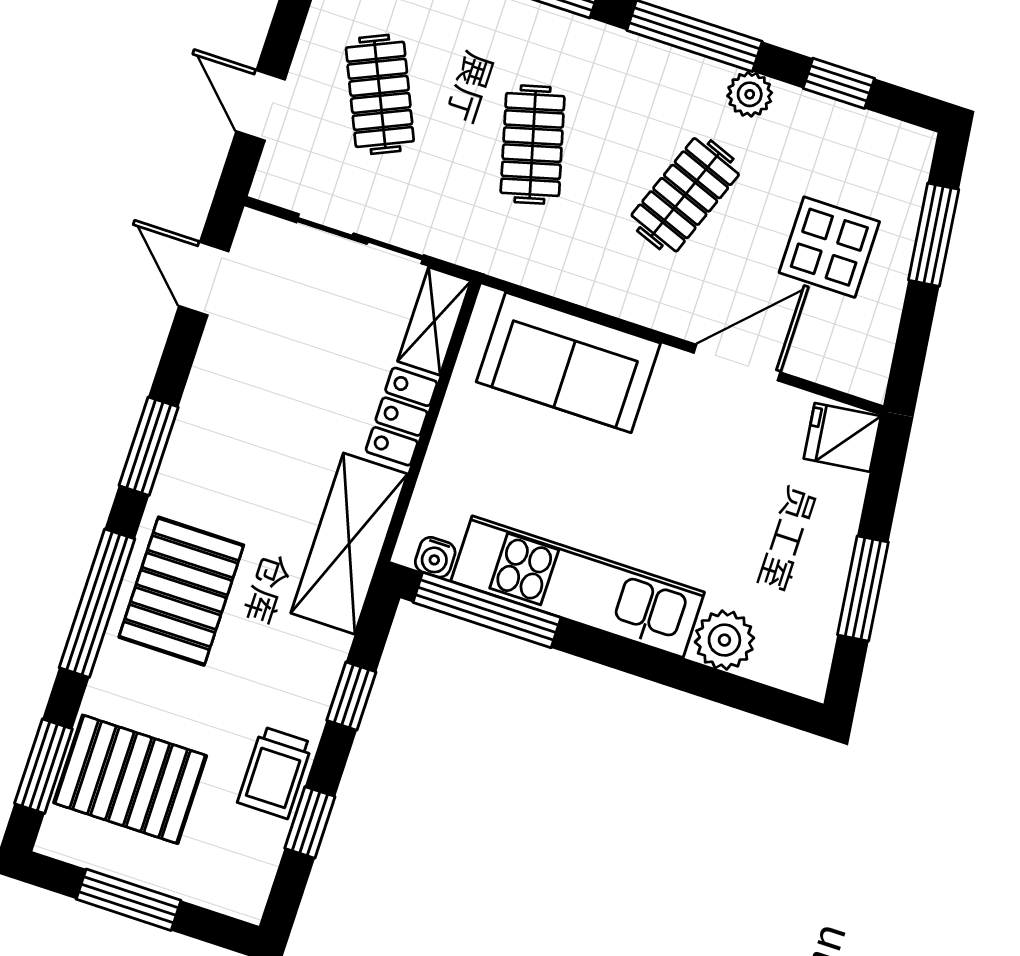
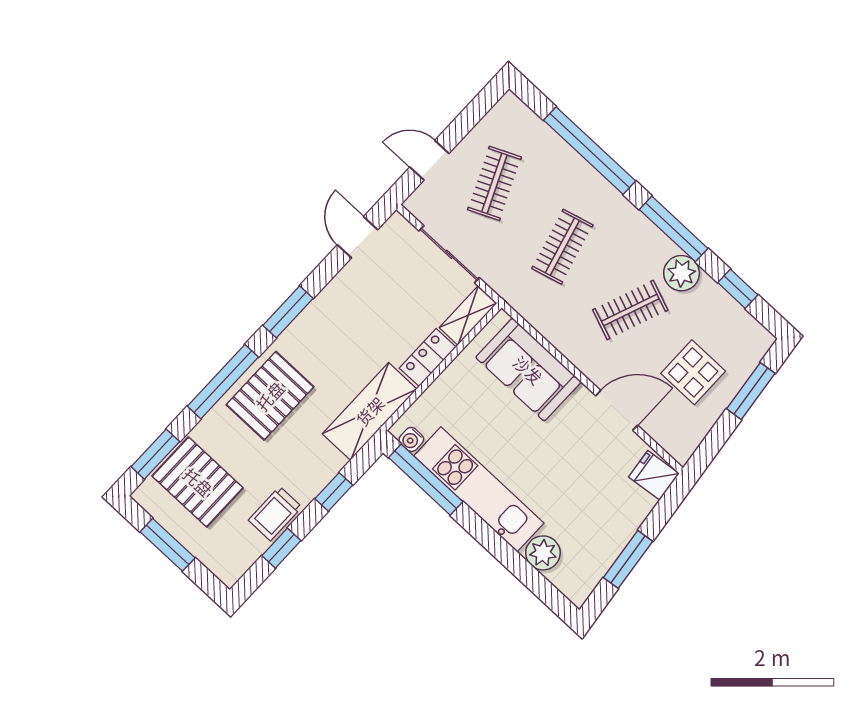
plant: (750, 94) -> (682, 273), width x1.38, depth x1.38
door: (261, 105) -> (429, 160), hinge flipped

